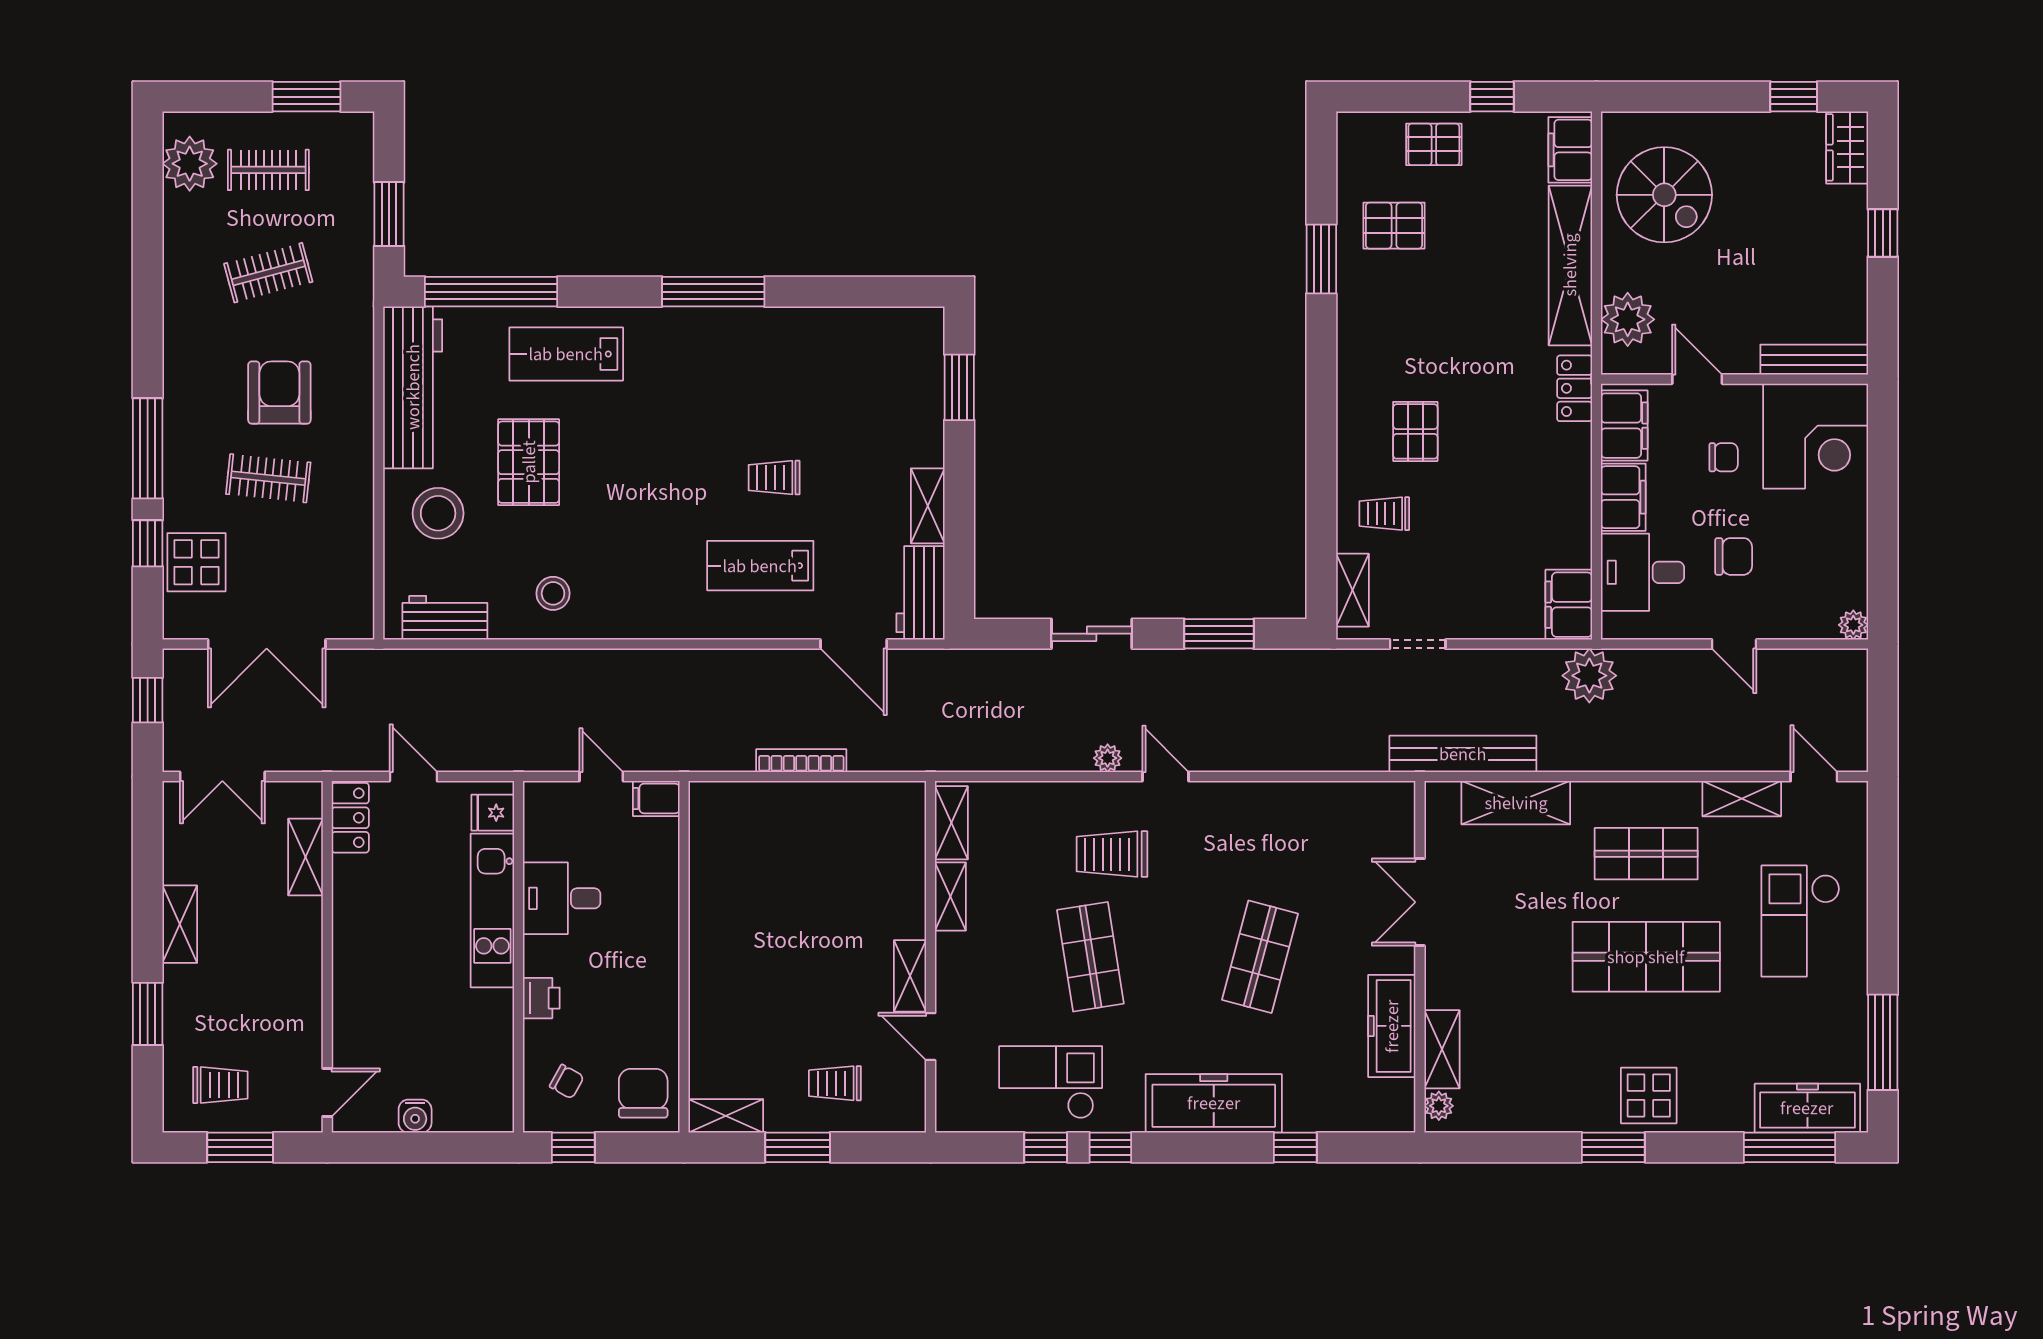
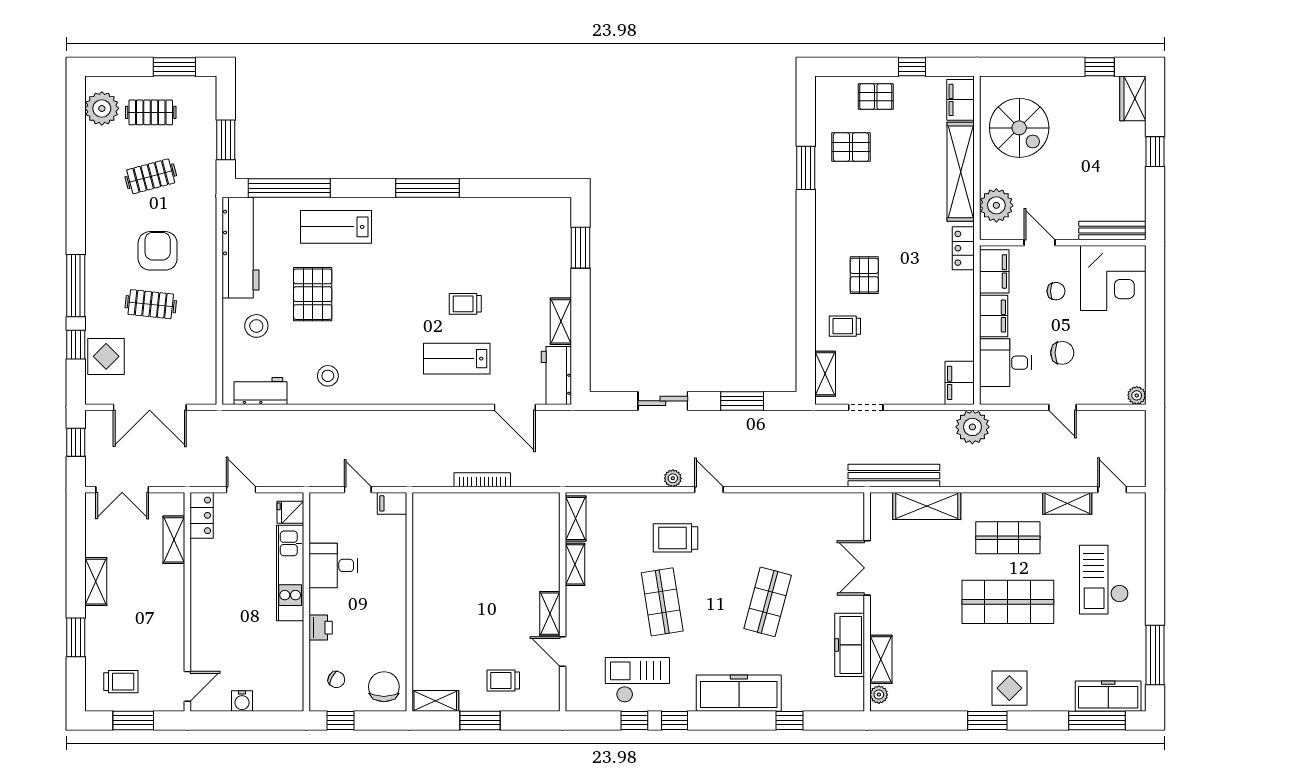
stool: (438, 513) -> (256, 326), width x0.73, depth x0.73

